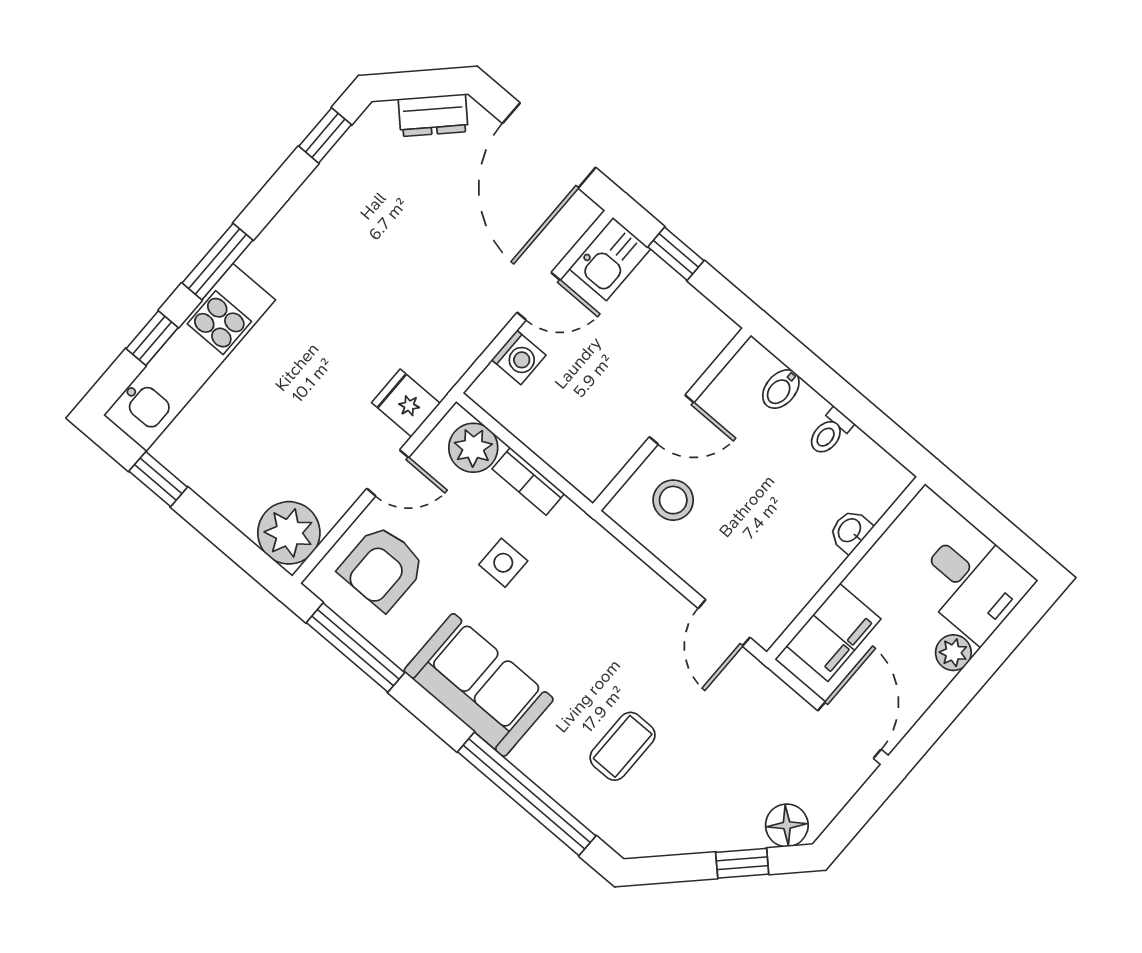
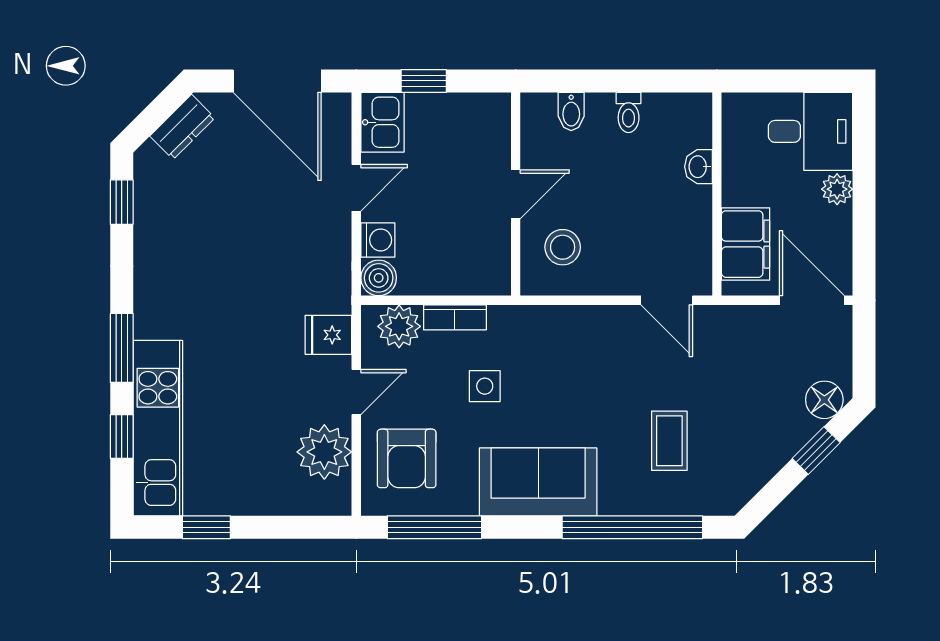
boiler: (491, 391) -> (379, 278), added
plant: (289, 533) -> (324, 452), moved

